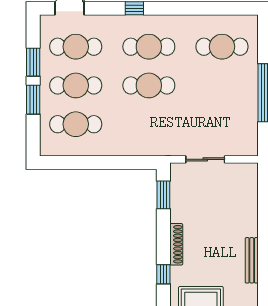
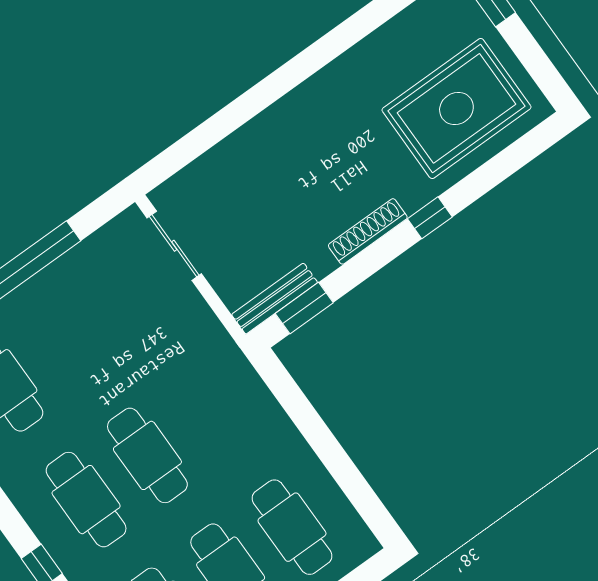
sliding door: (205, 159) -> (174, 246), moved
bench: (252, 260) -> (275, 299), moved

